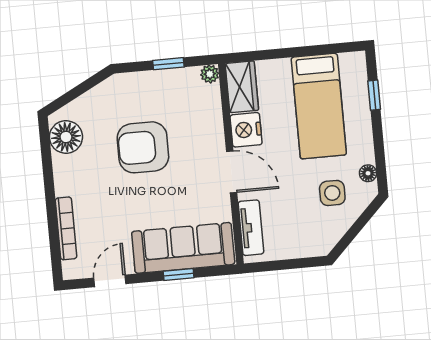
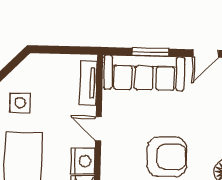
door: (232, 172) -> (98, 129), width x0.73
window: (179, 274) -> (150, 52), width x1.50

